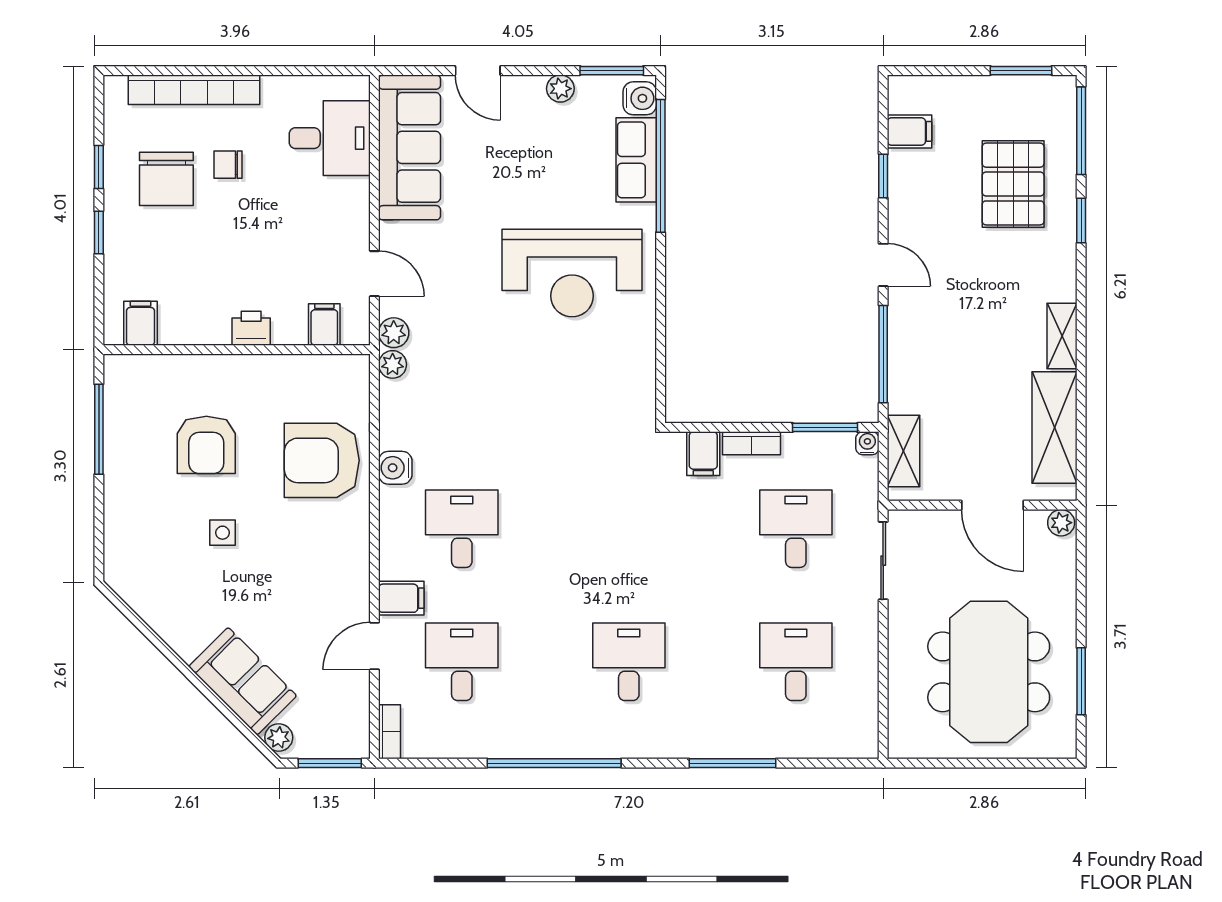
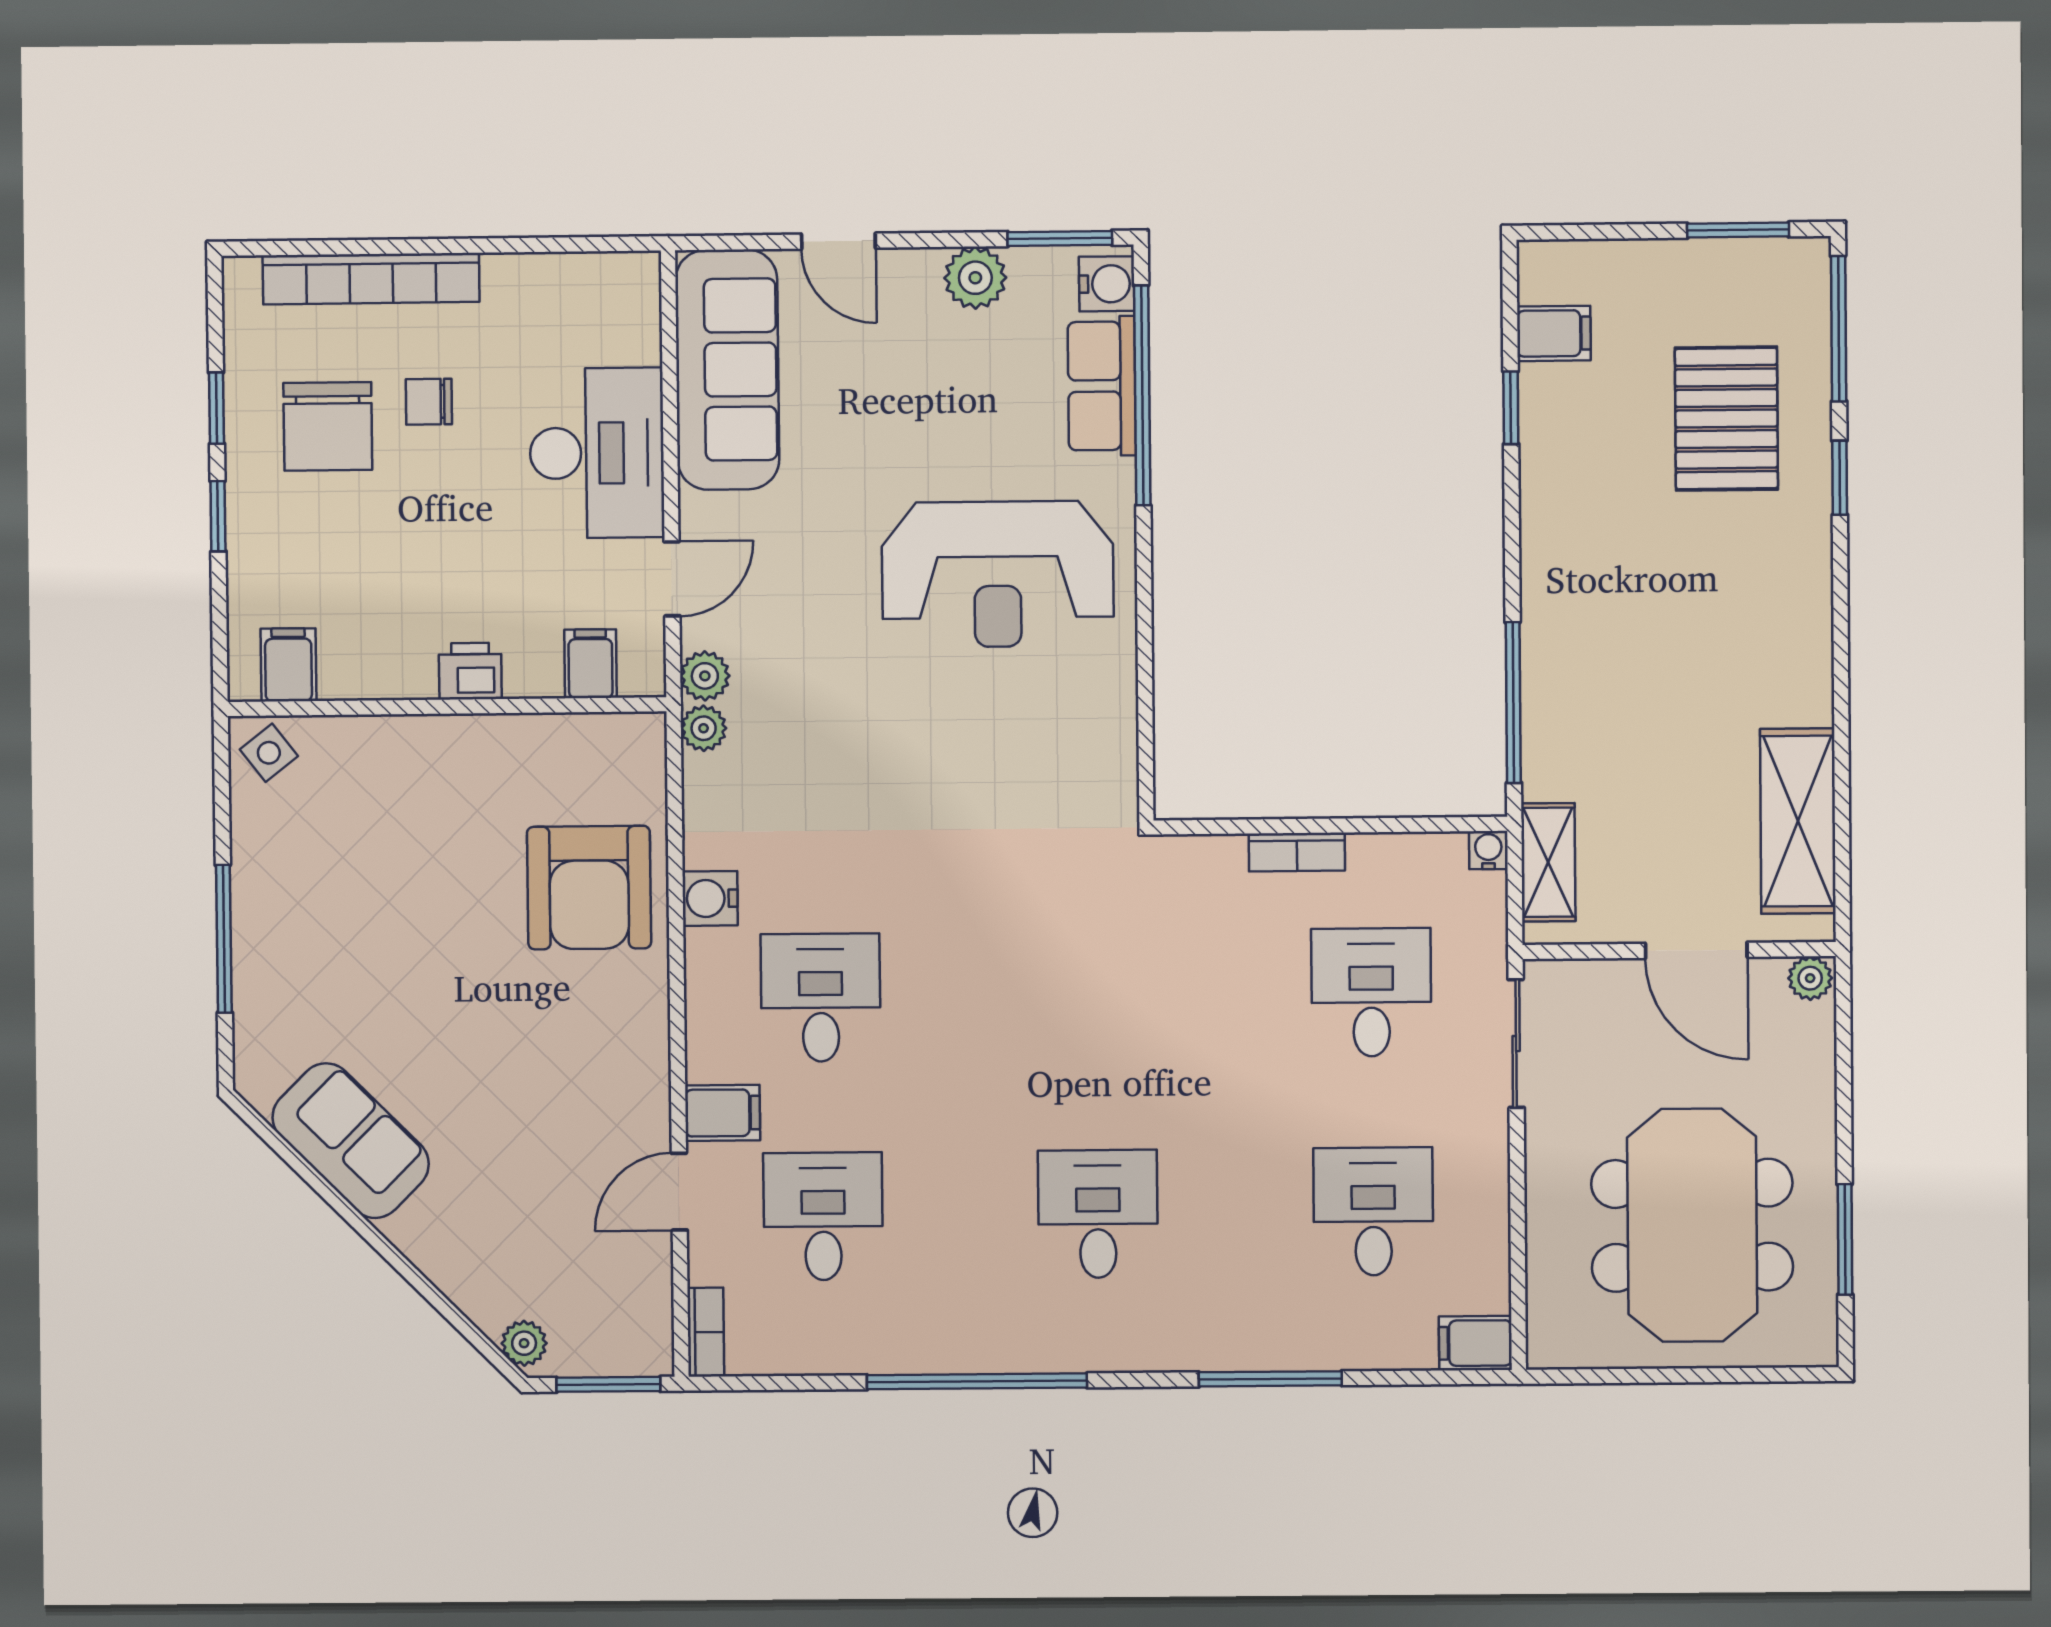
plant: (560, 89) -> (975, 278), width x1.38, depth x1.38
desk: (330, 138) -> (597, 453), moved, width x1.37
door: (883, 265) -> (1512, 555), removed
door: (374, 274) -> (672, 579), hinge flipped
shelving: (1062, 336) -> (1809, 669), removed
window: (825, 427) -> (1418, 825), removed
window: (99, 429) -> (224, 939), moved
armchair: (206, 445) -> (399, 864), removed
filing cabinet: (703, 454) -> (1475, 1343), moved, turned 90
armchair: (322, 460) -> (589, 888), turned -90
side table: (223, 533) -> (269, 753), moved, turned -38
sofa: (243, 681) -> (351, 1141), moved

